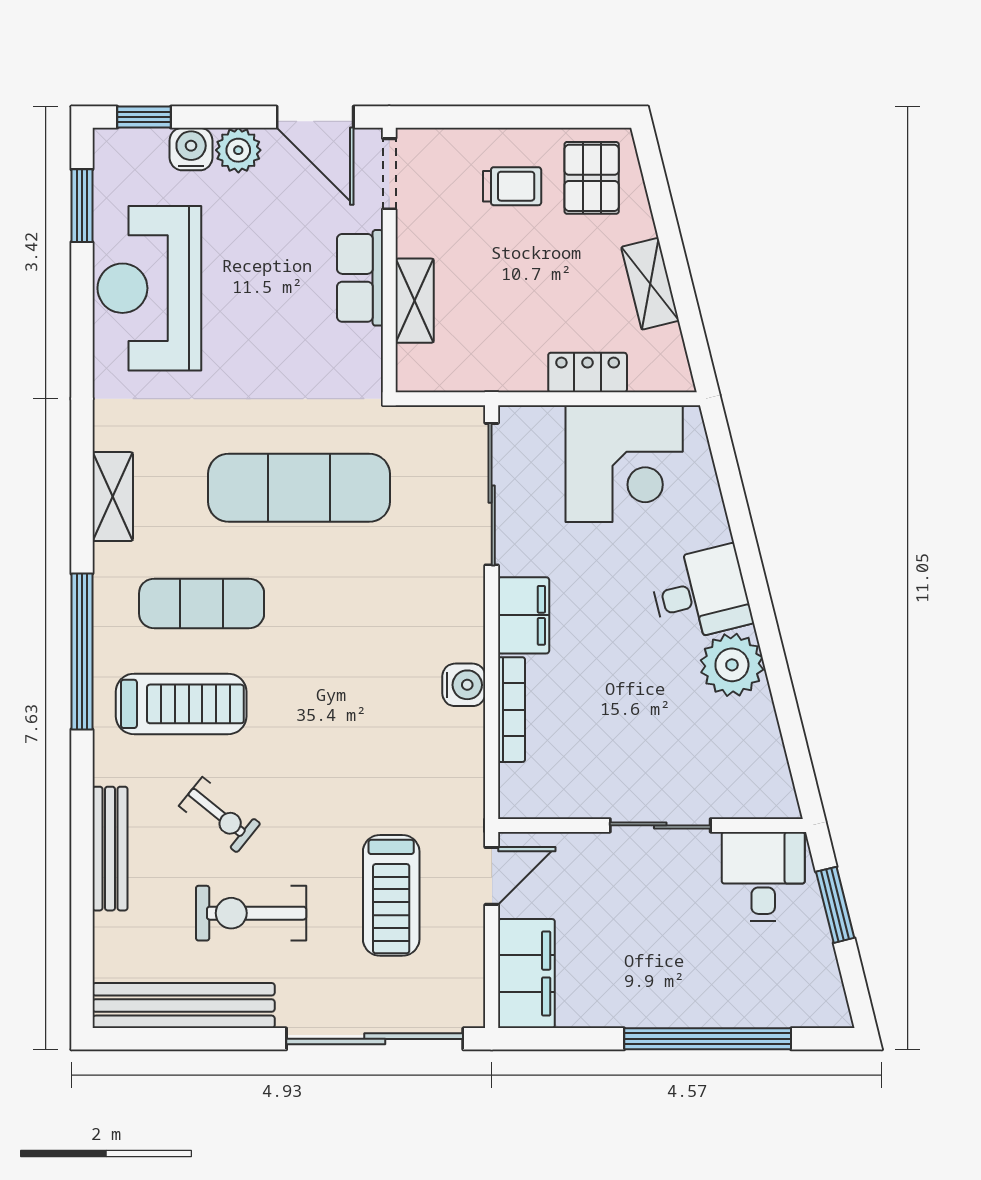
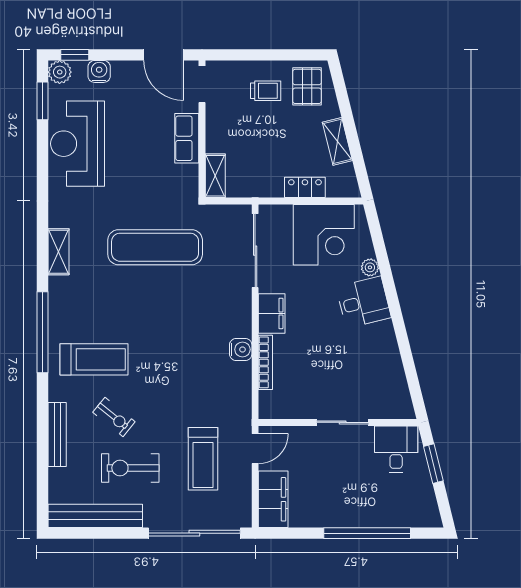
plant: (238, 150) -> (60, 72), moved
shelving: (415, 301) -> (215, 176), moved
exercise mat: (202, 603) -> (105, 307), removed
plant: (732, 665) -> (370, 267), moved, width x0.53, depth x0.53

